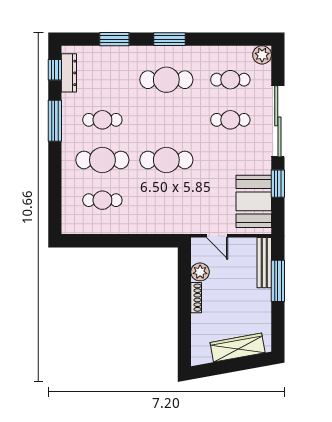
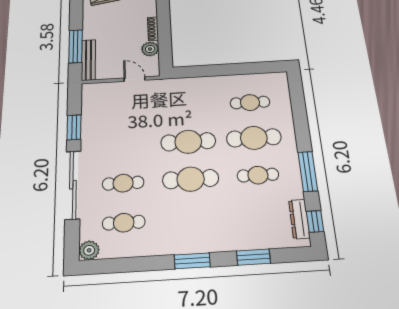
cafe table: (166, 80) -> (191, 179), moved
booth: (254, 201) -> (99, 110), removed

